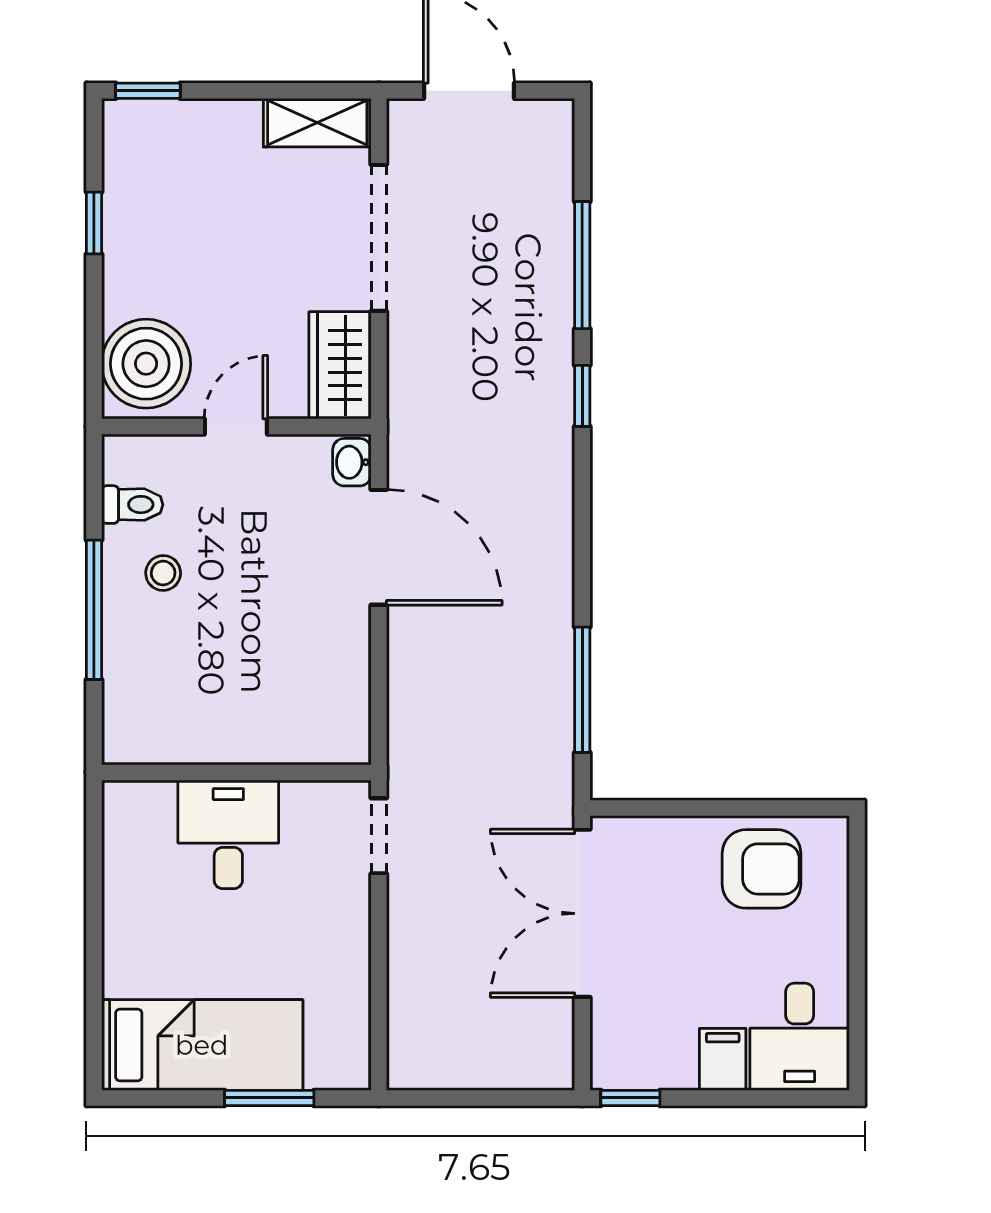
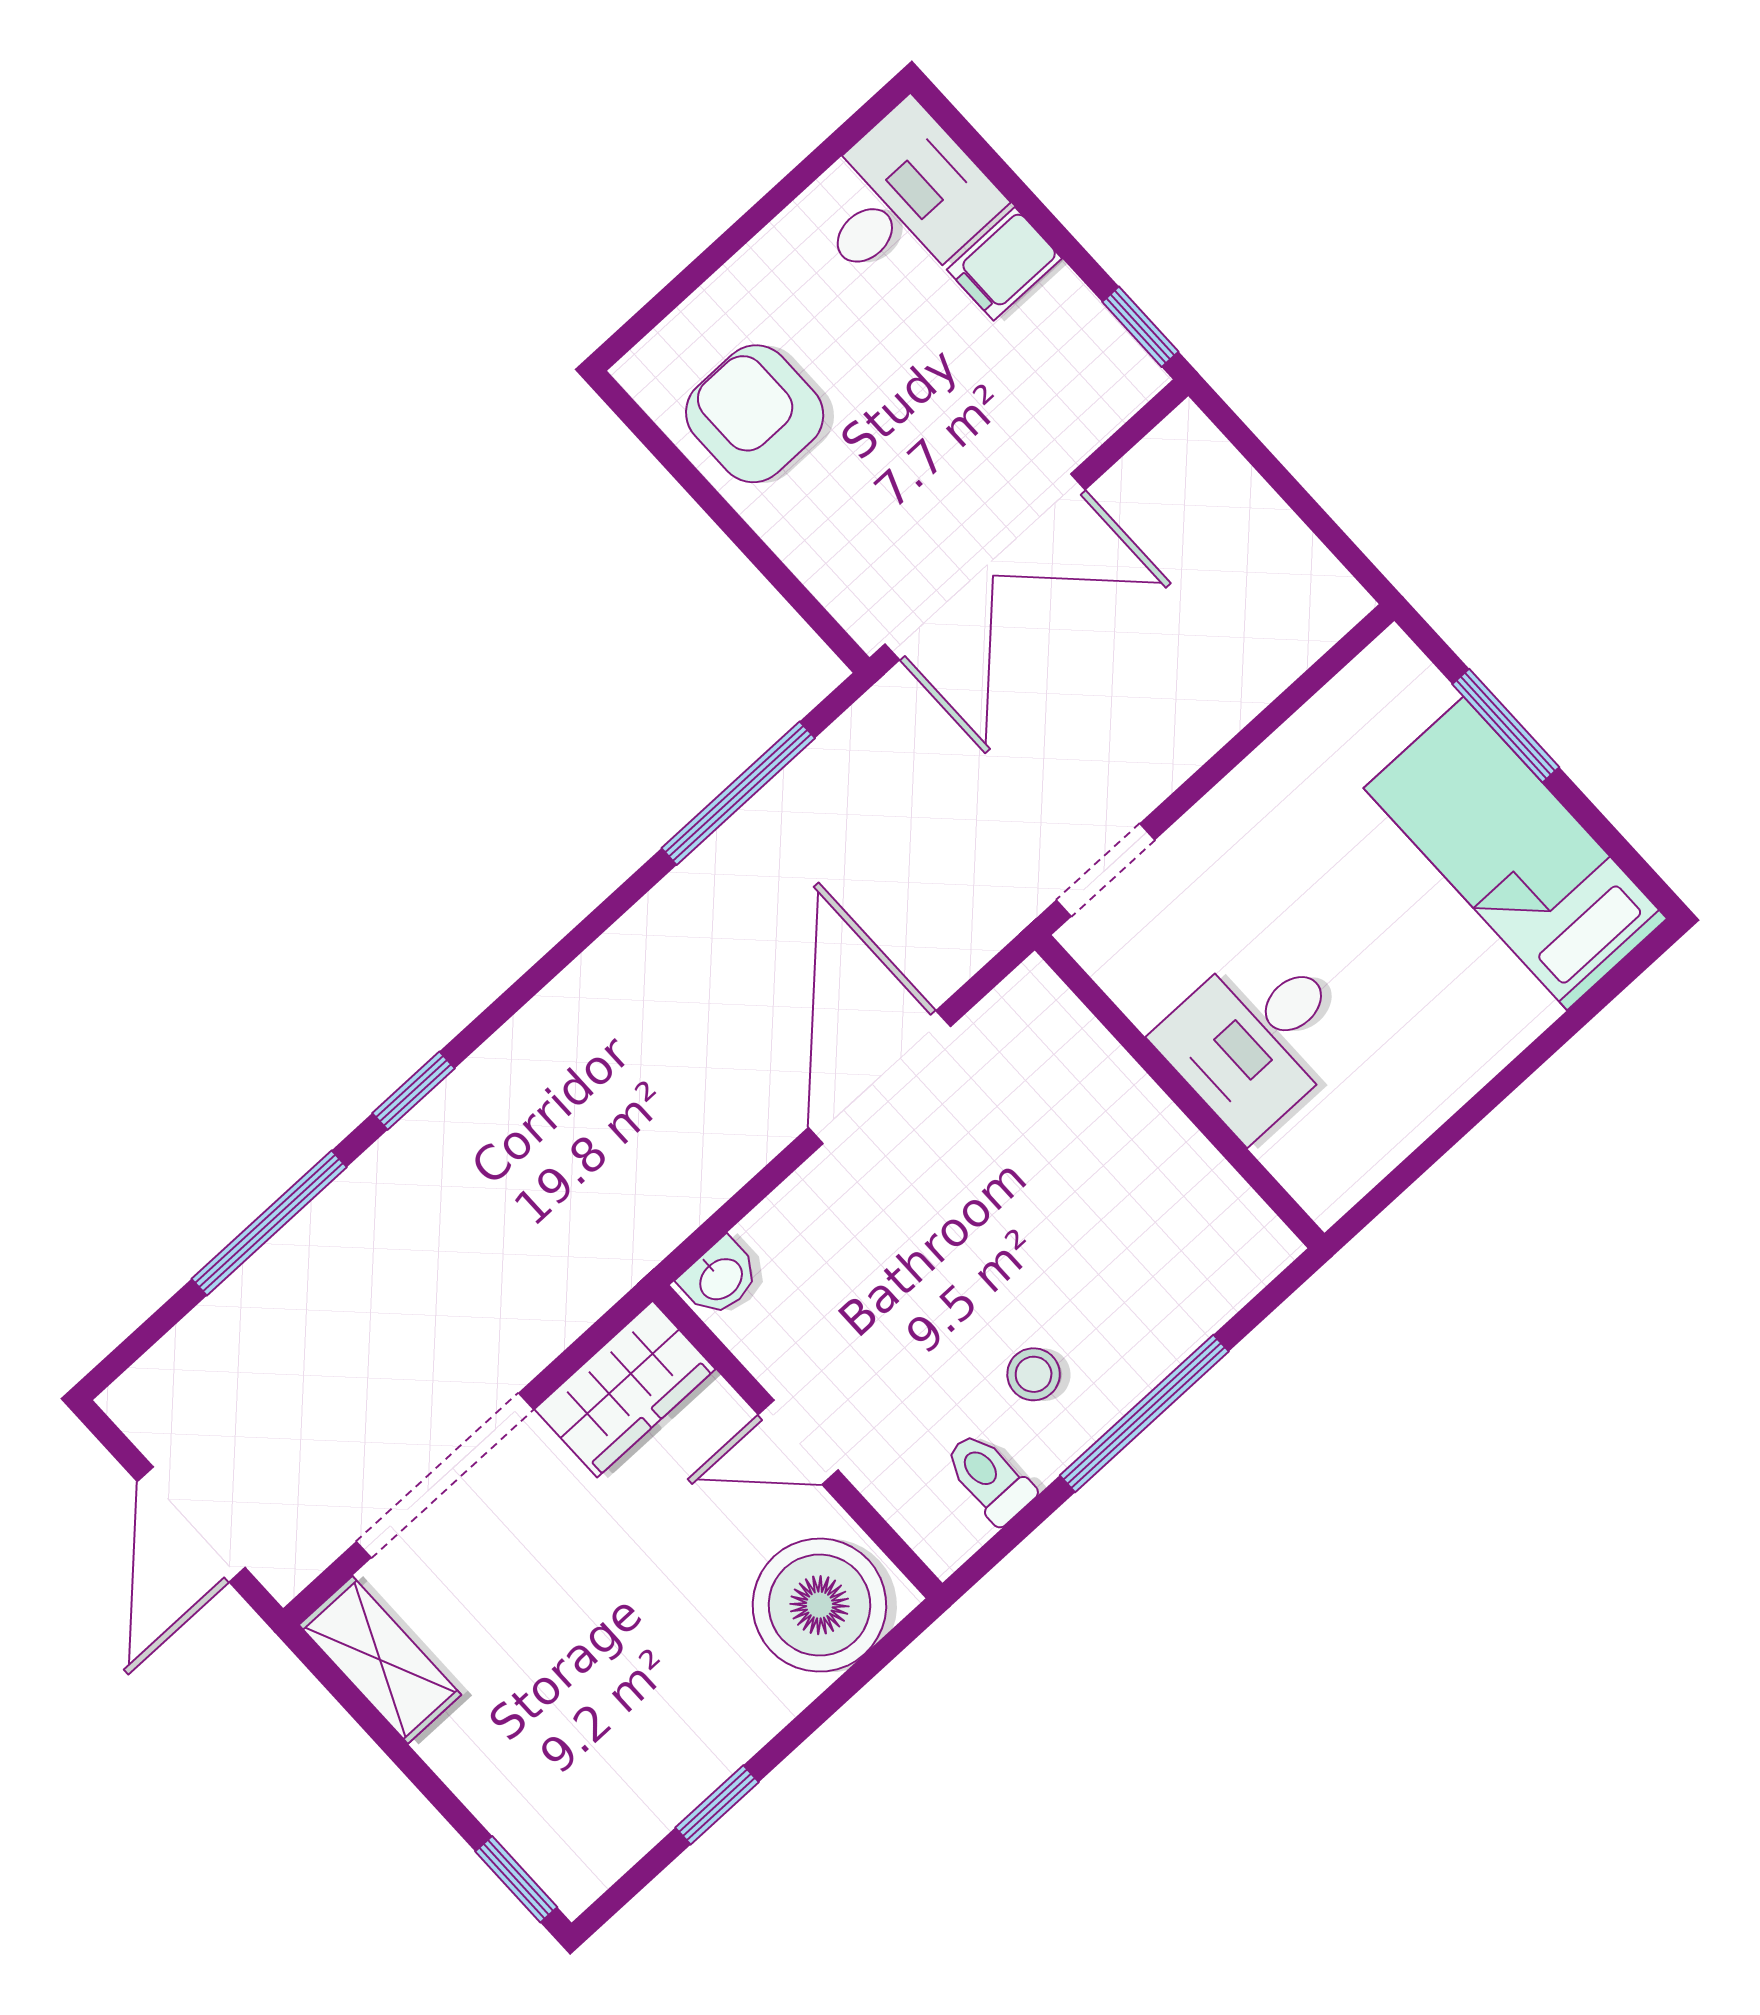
door: (379, 547) -> (880, 1077), moved

